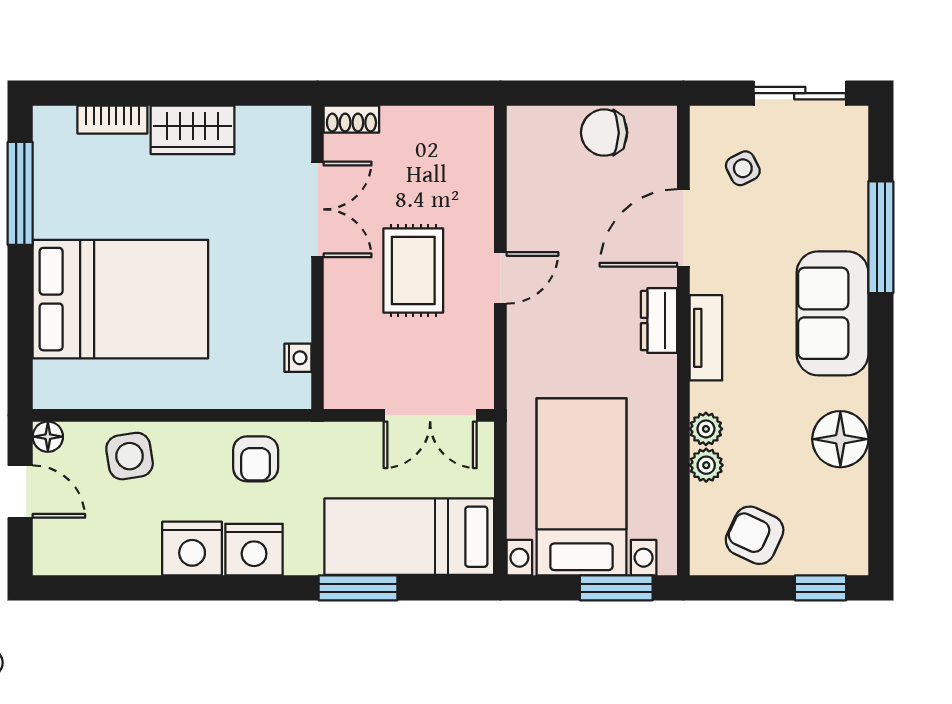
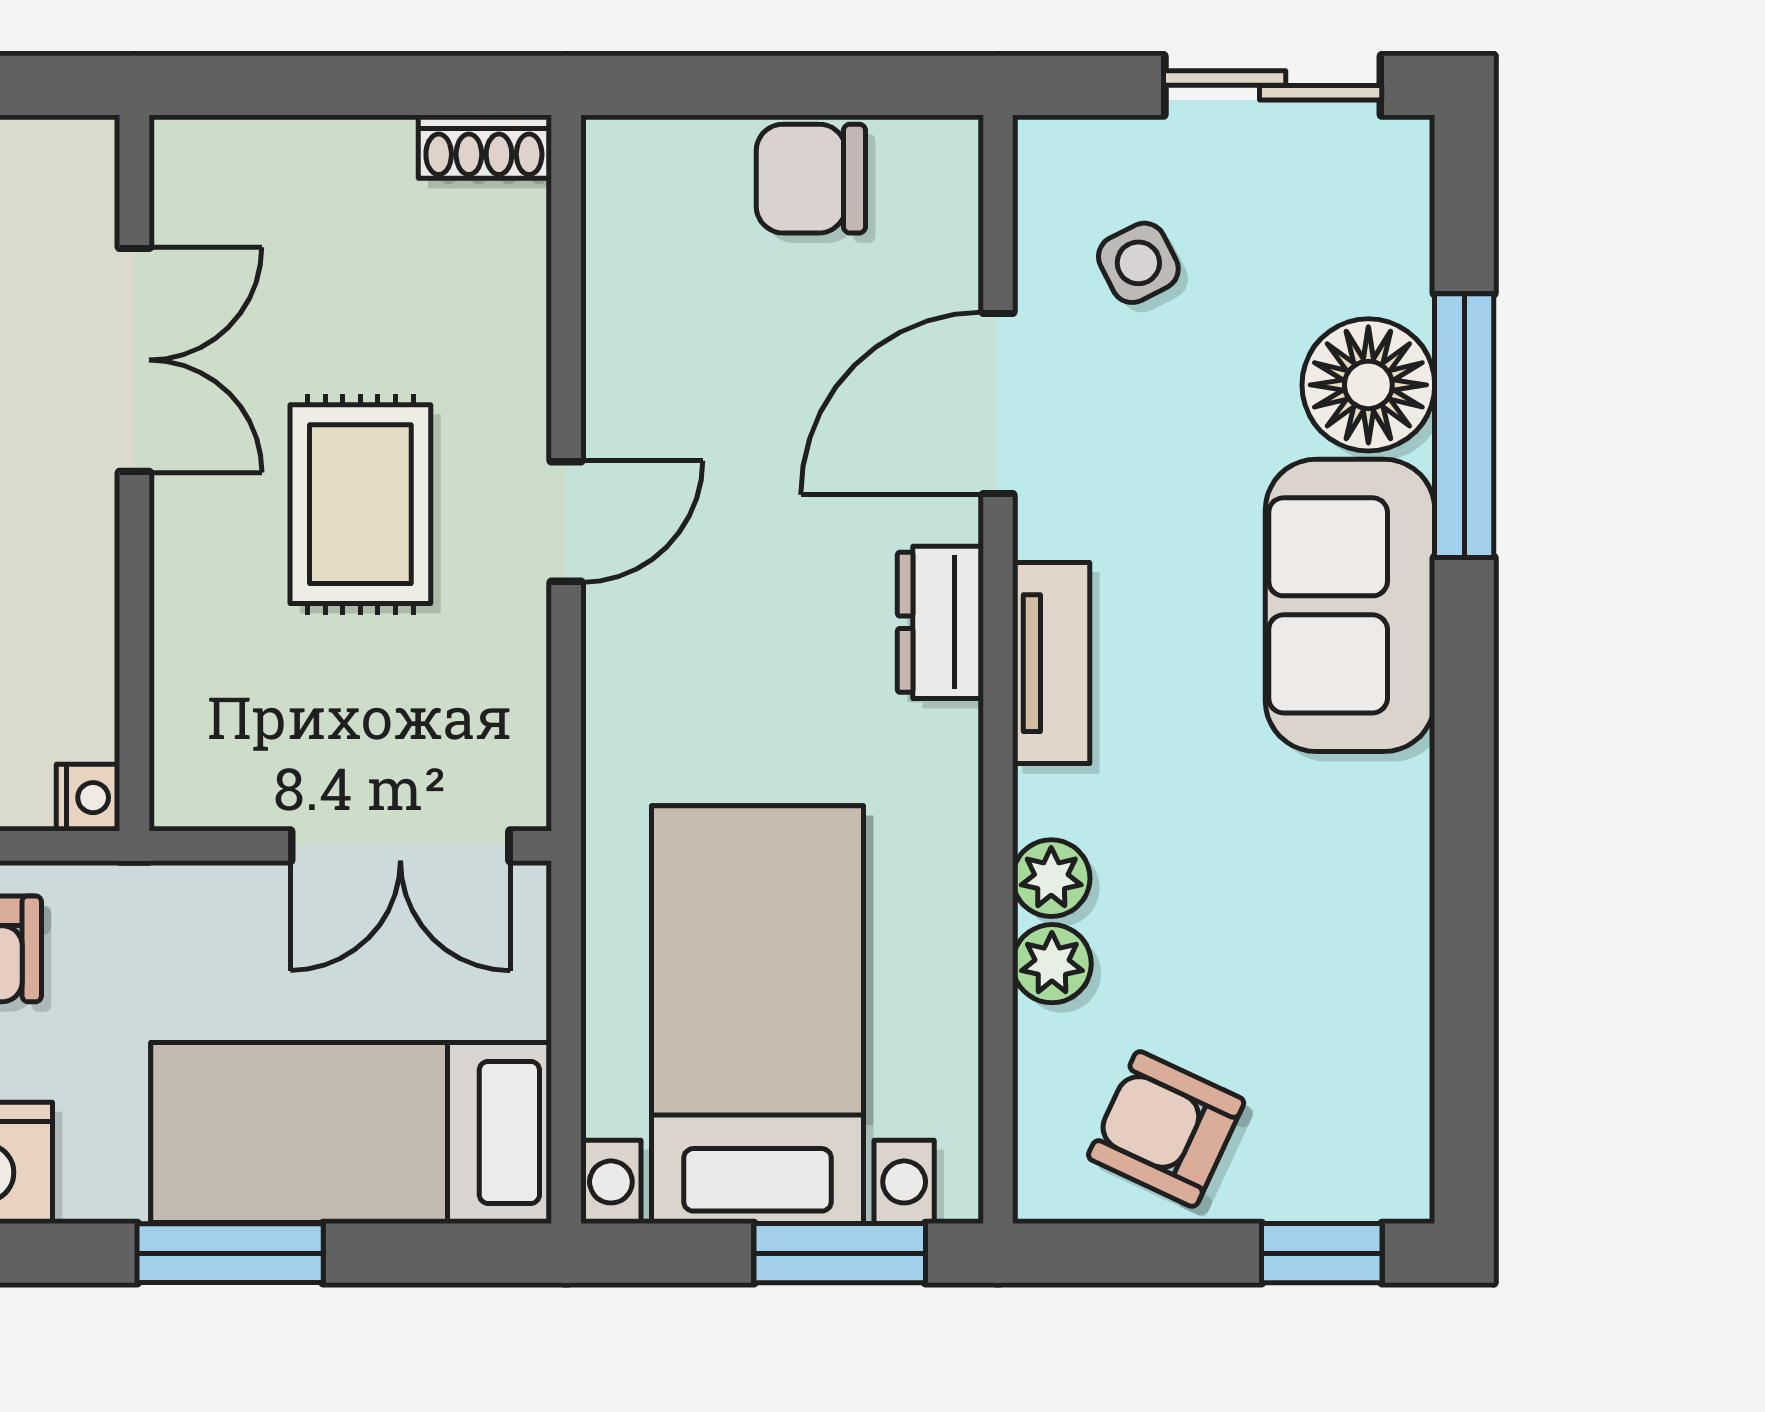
shoe rack: (351, 119) -> (484, 147), moved
nightstand: (298, 358) -> (88, 798), moved
floor lamp: (840, 439) -> (1368, 385), moved

